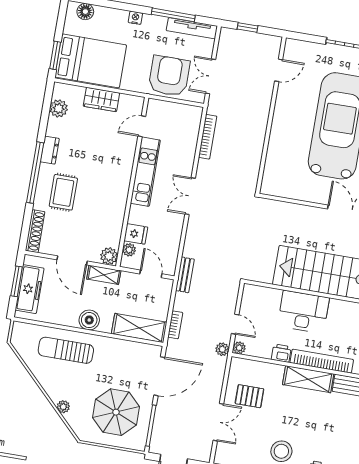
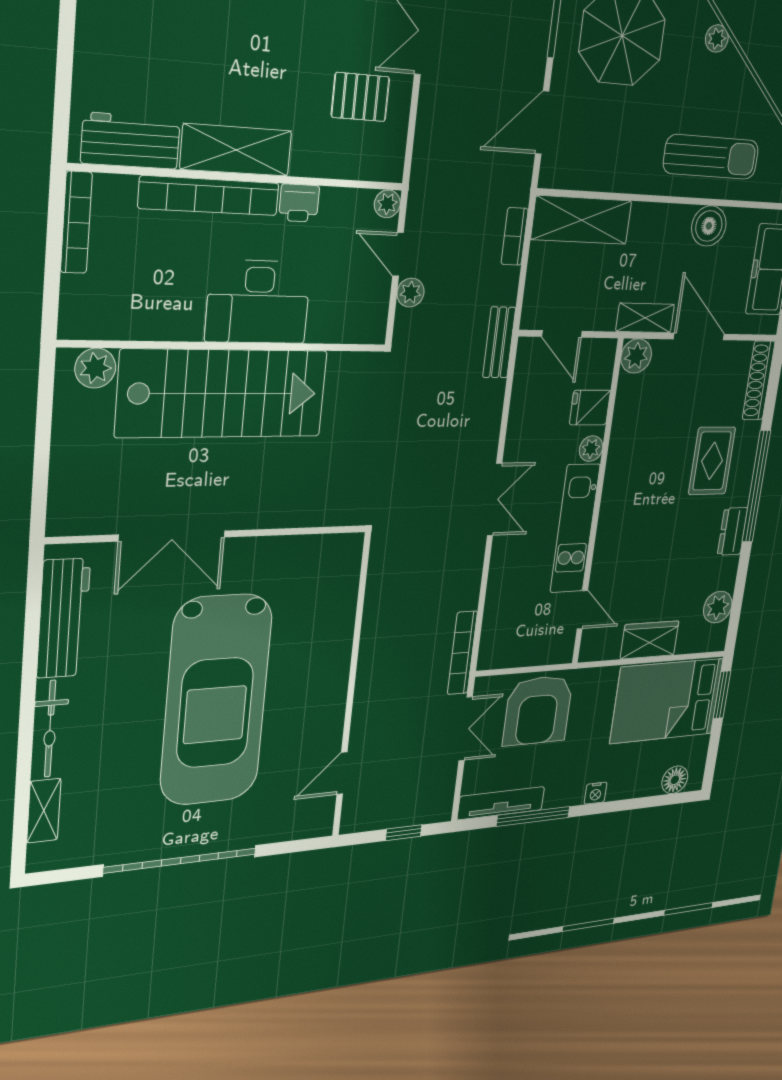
door: (142, 126) -> (582, 610), hinge flipped
bookcase: (208, 137) -> (462, 653), moved
plant: (129, 250) -> (591, 449), moved
boiler: (89, 320) -> (709, 226), moved
plant: (222, 349) -> (411, 293), moved
door: (159, 376) -> (542, 123), width x0.73

